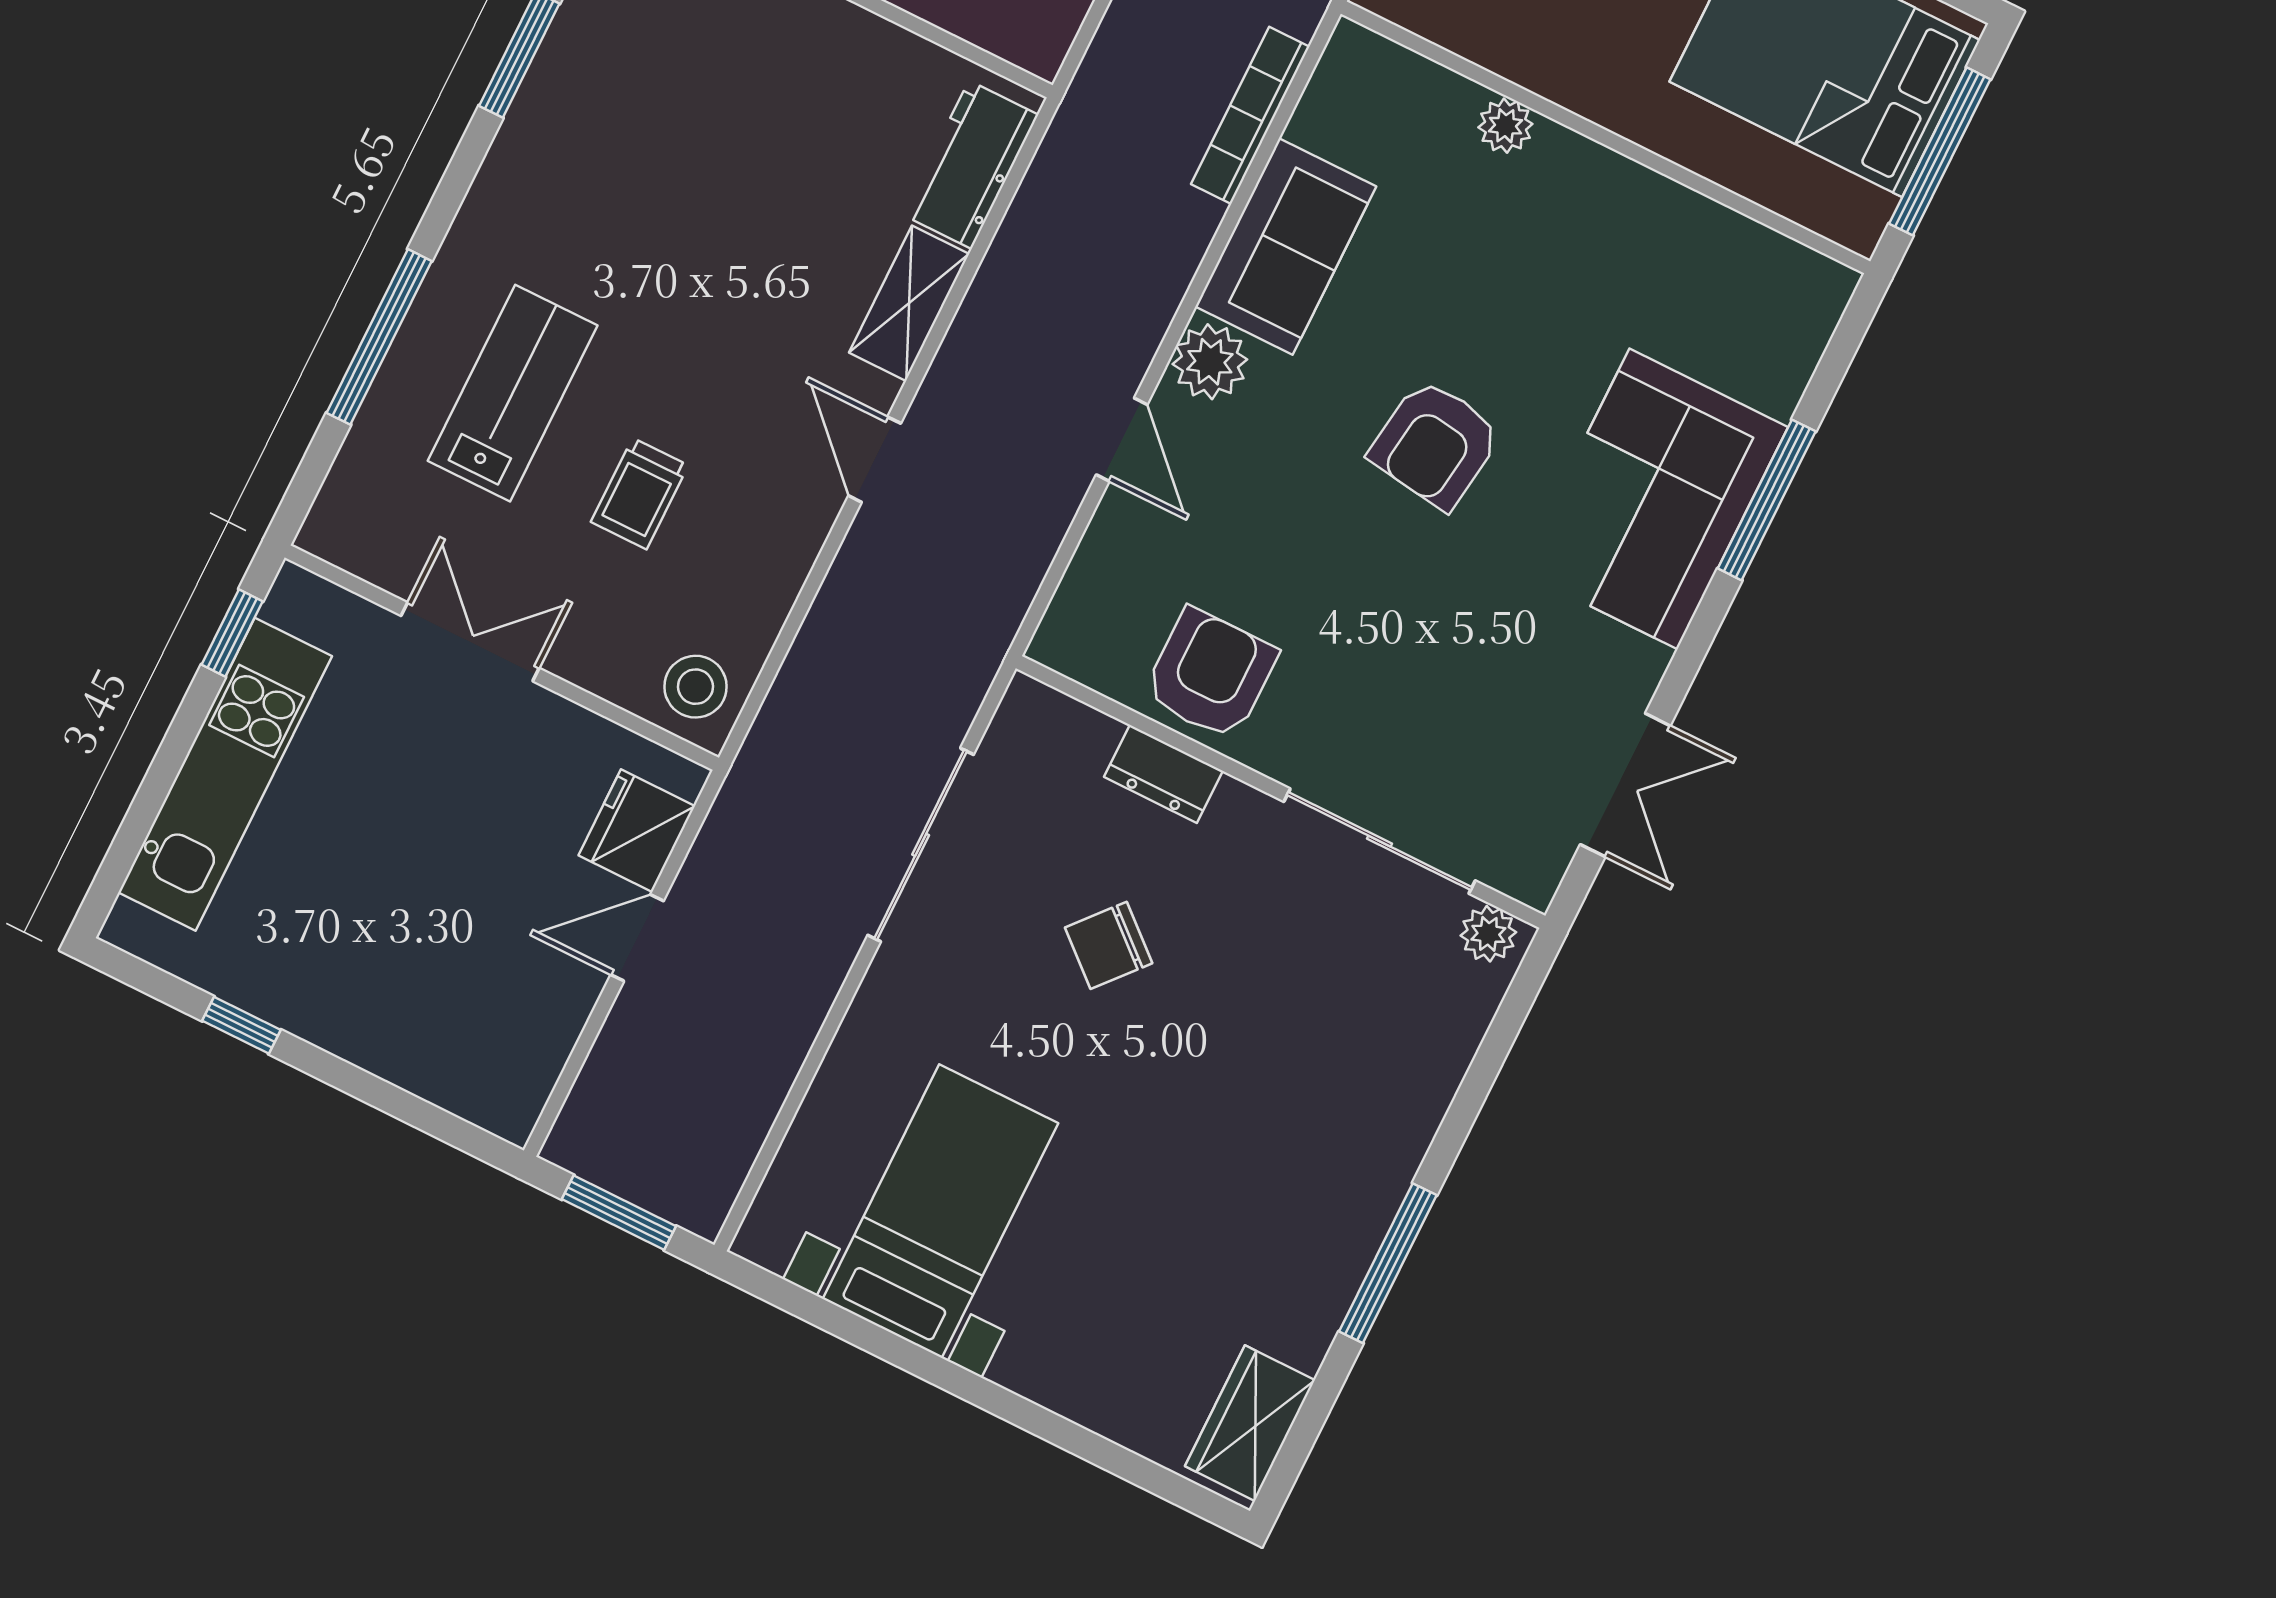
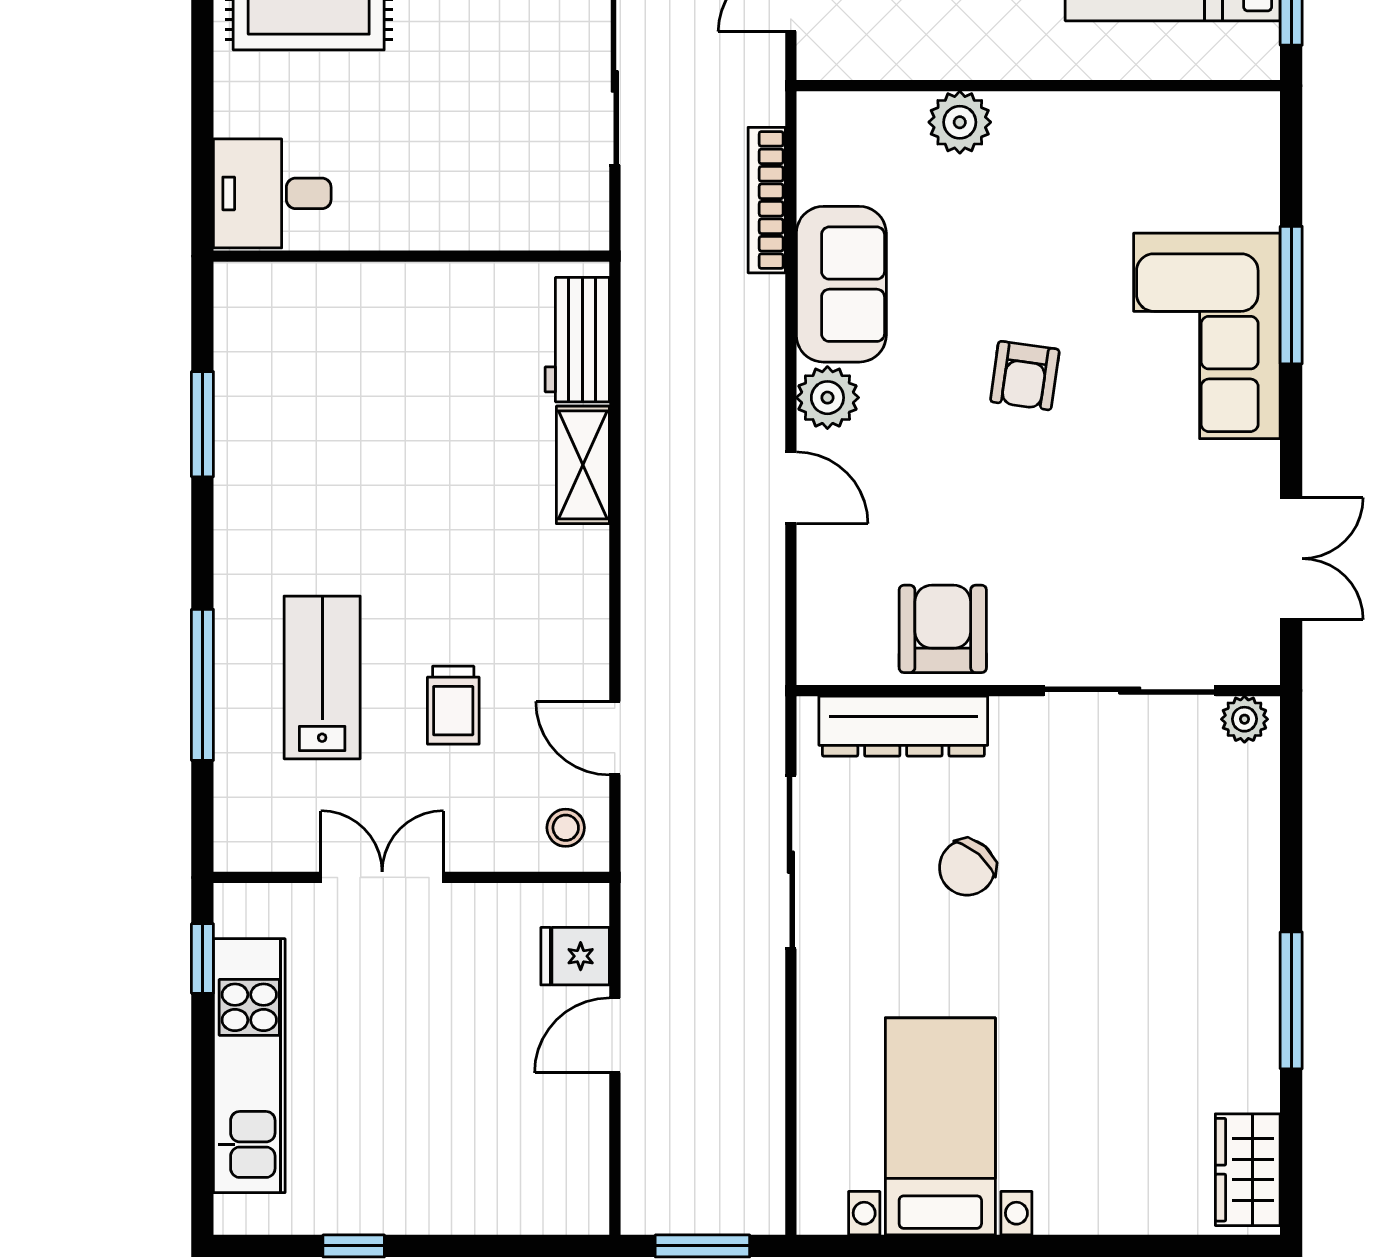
plant: (1505, 126) -> (960, 122), width x1.38, depth x1.38
armchair: (1435, 444) -> (1025, 376), width x0.72, depth x0.72
door: (875, 460) -> (615, 738), moved
stool: (695, 687) -> (566, 828), width x0.73, depth x0.73
dresser: (1163, 774) -> (903, 726), width x1.96, depth x1.24
fridge: (637, 831) -> (575, 956), width x0.72

